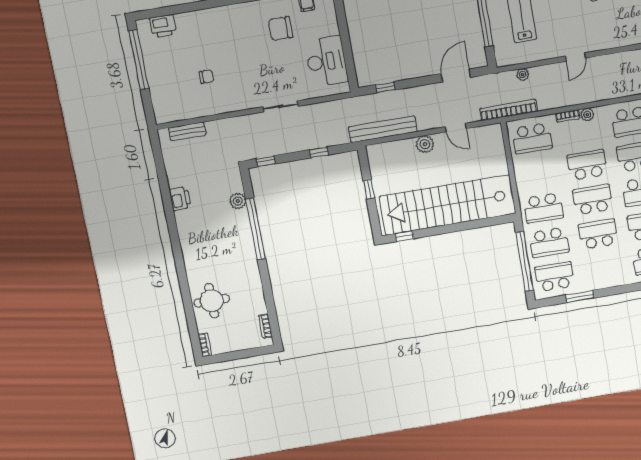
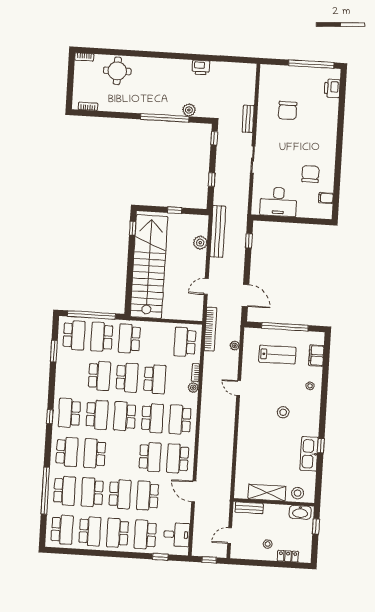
chair: (206, 77) -> (288, 110), width x1.87, depth x1.87
bench: (187, 131) -> (248, 119), moved
plant: (425, 144) -> (200, 243), moved

